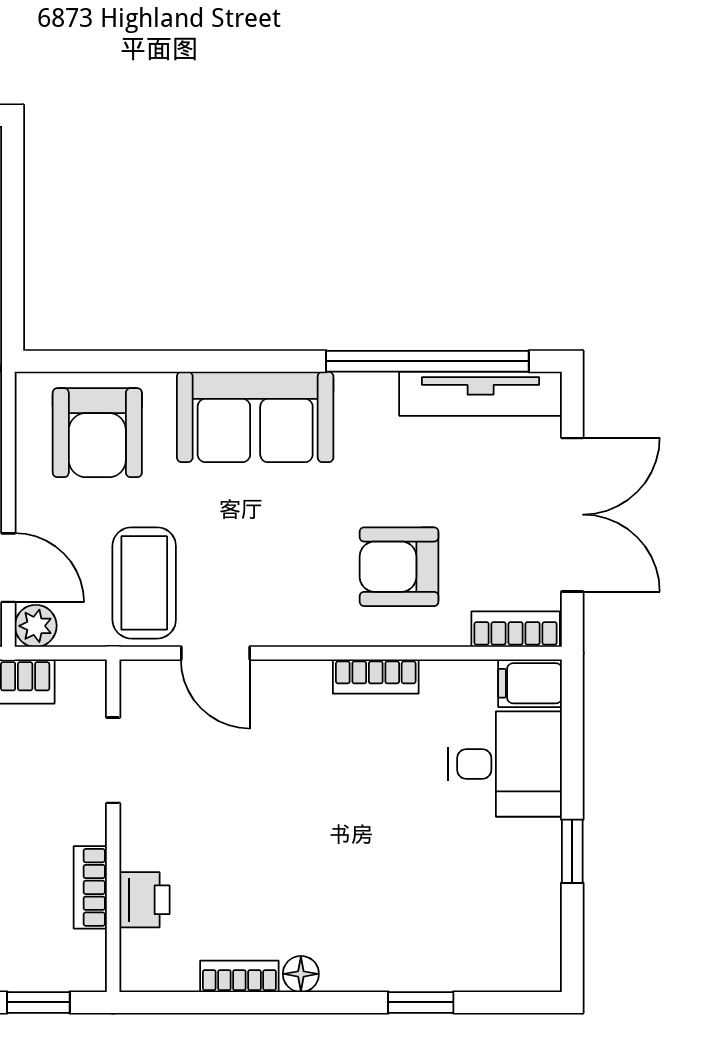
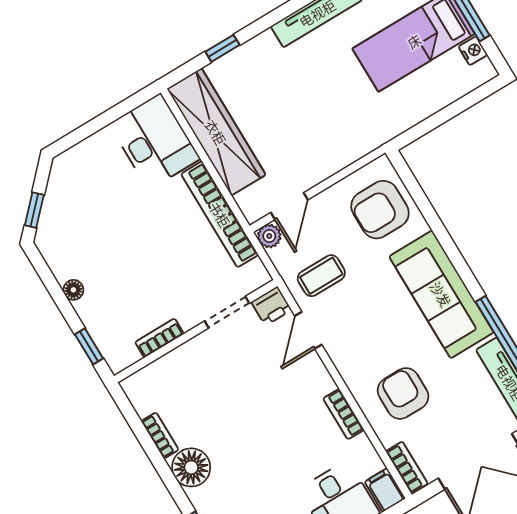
sofa: (255, 417) -> (441, 294), width x1.36
coffee table: (144, 583) -> (321, 276), width x0.73, depth x0.77
printer: (144, 900) -> (271, 306), moved
floor lamp: (301, 974) -> (191, 467), width x1.89, depth x1.89

